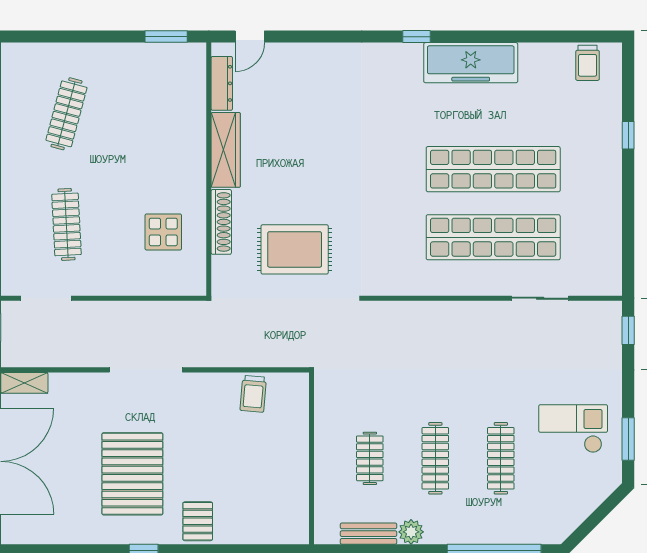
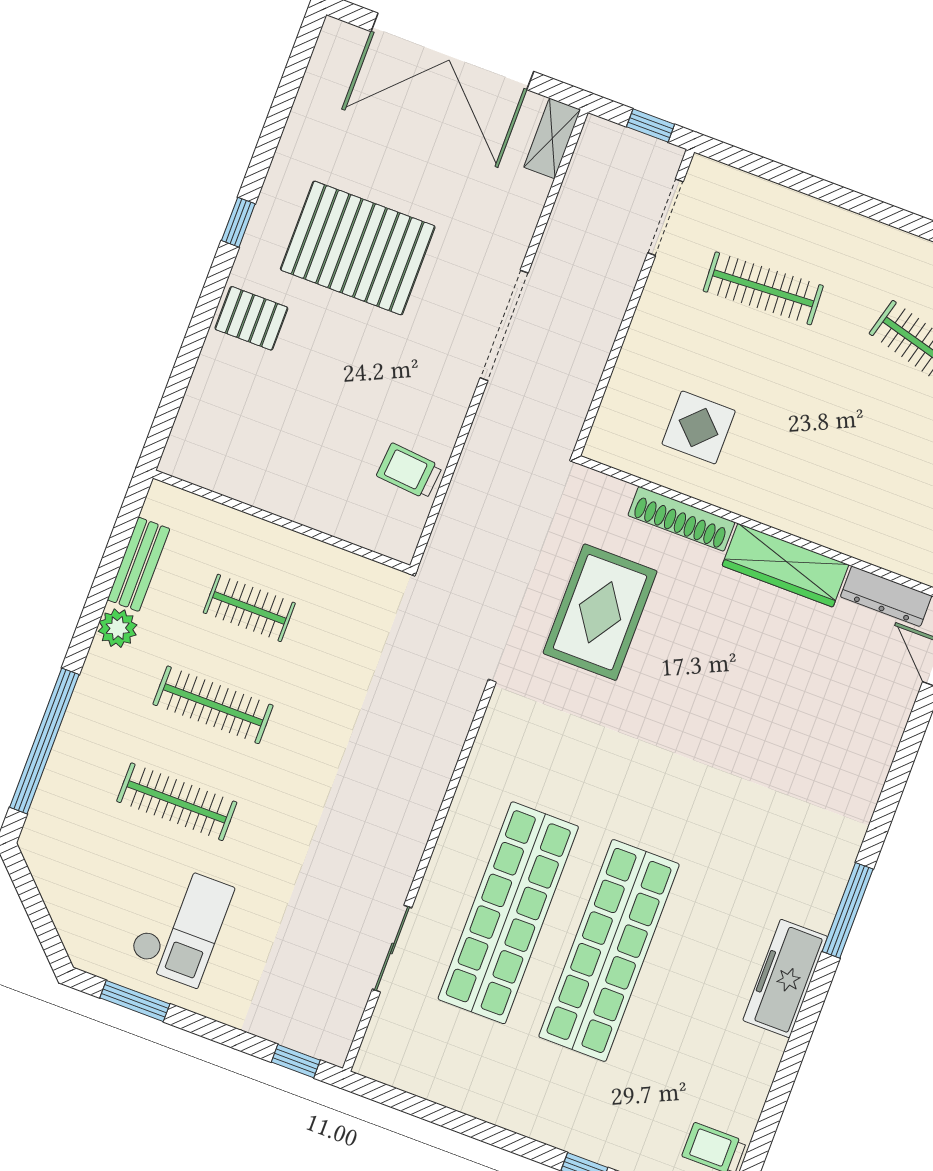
window: (416, 37) -> (848, 910), width x2.17
freezer: (471, 63) -> (785, 978), width x0.73, depth x0.79

